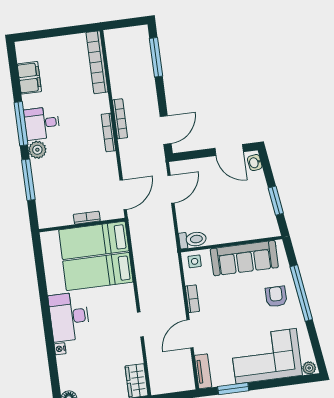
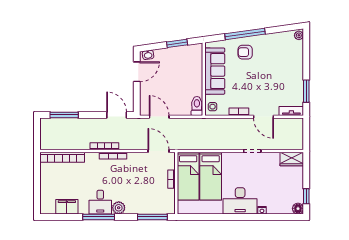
window: (28, 180) -> (152, 217), moved
corner sofa: (266, 356) -> (286, 65), removed

